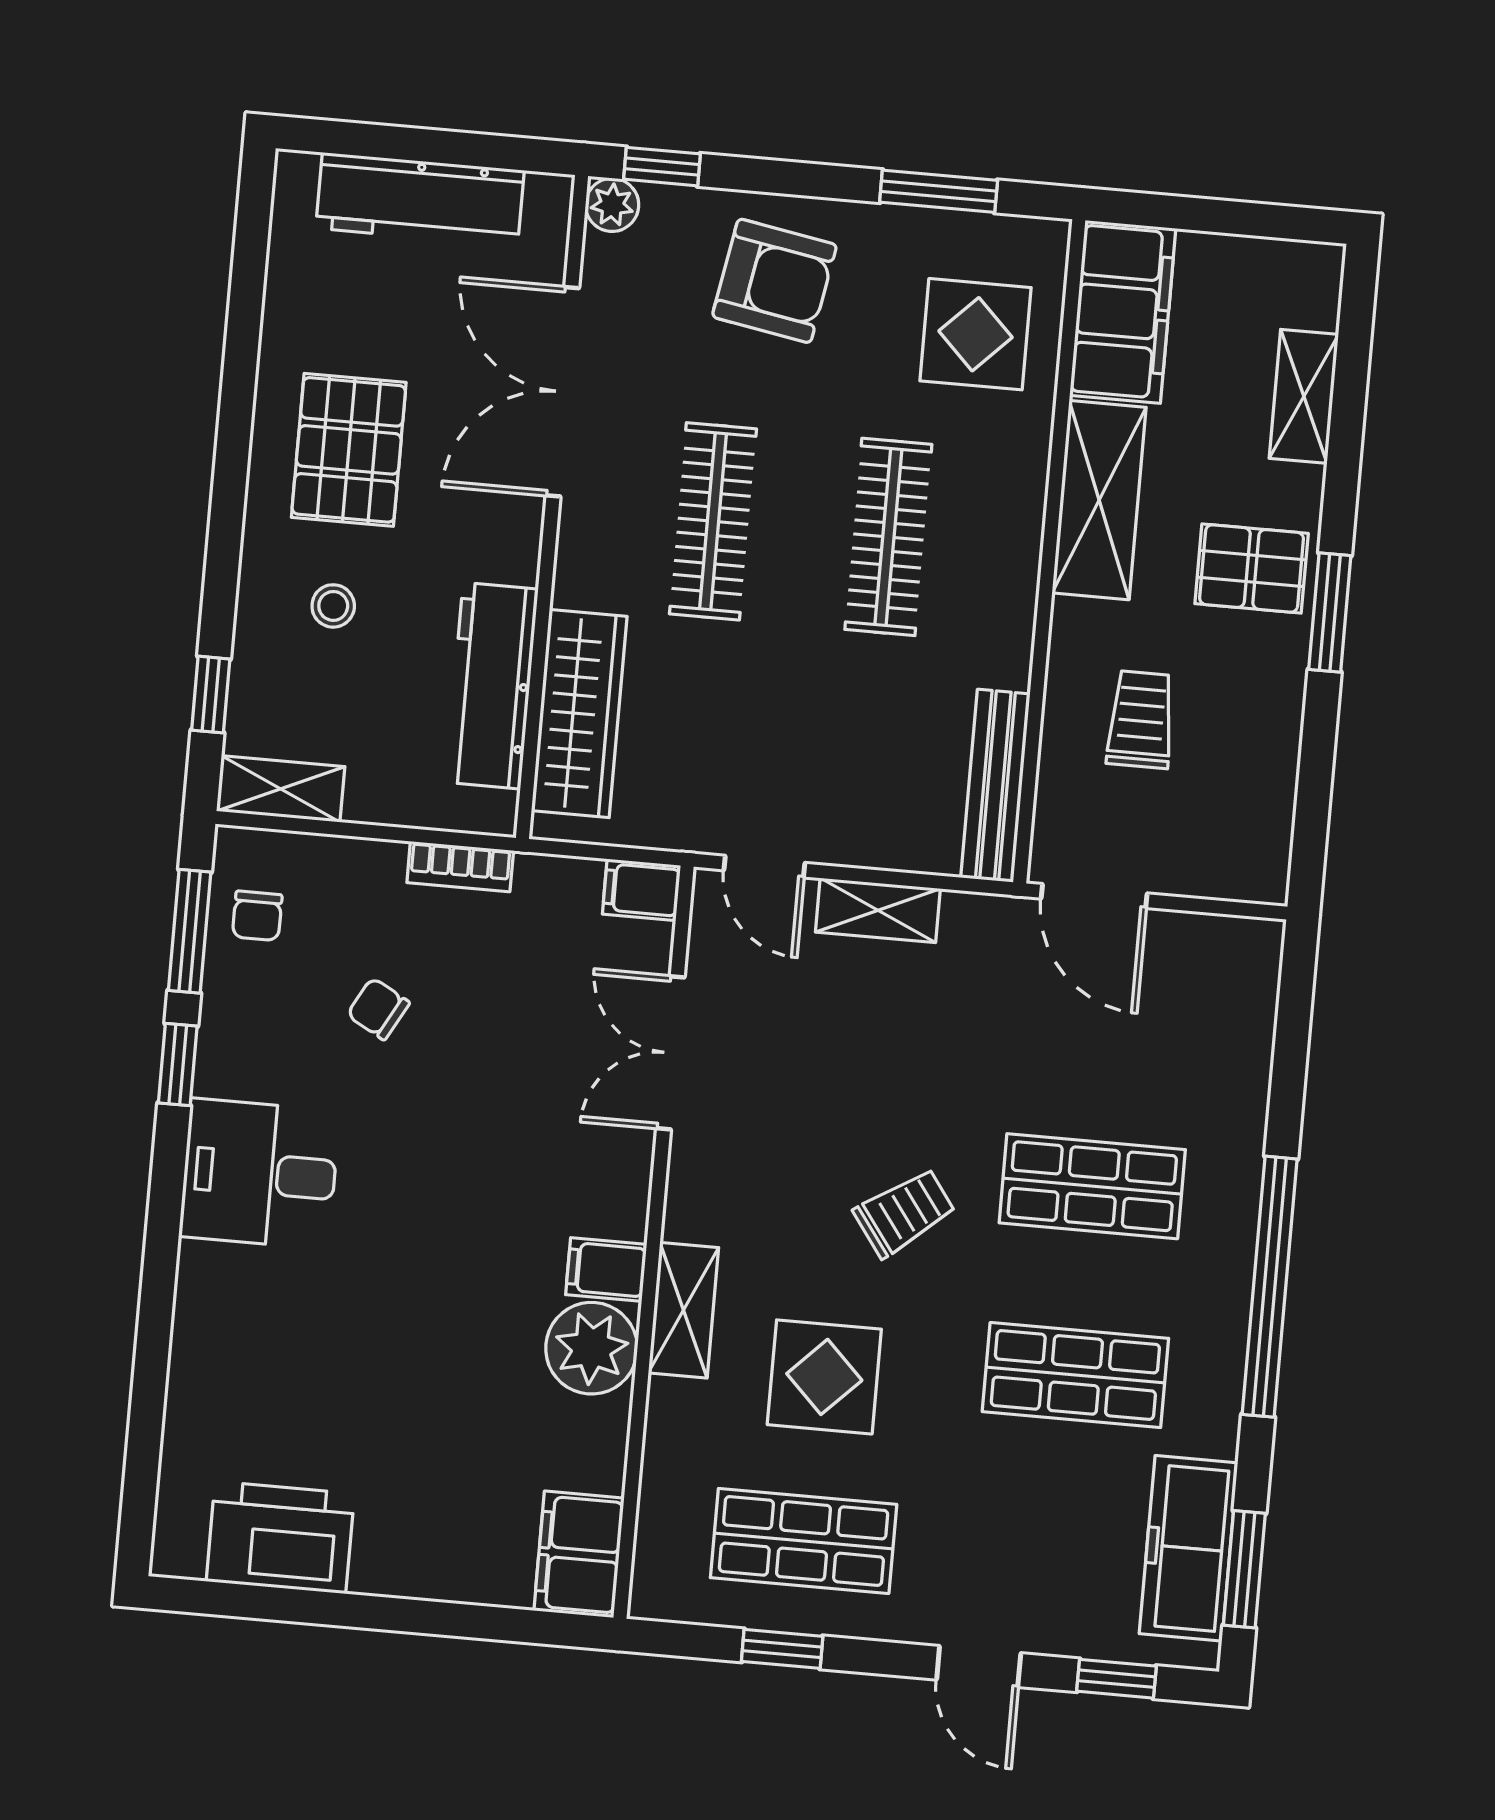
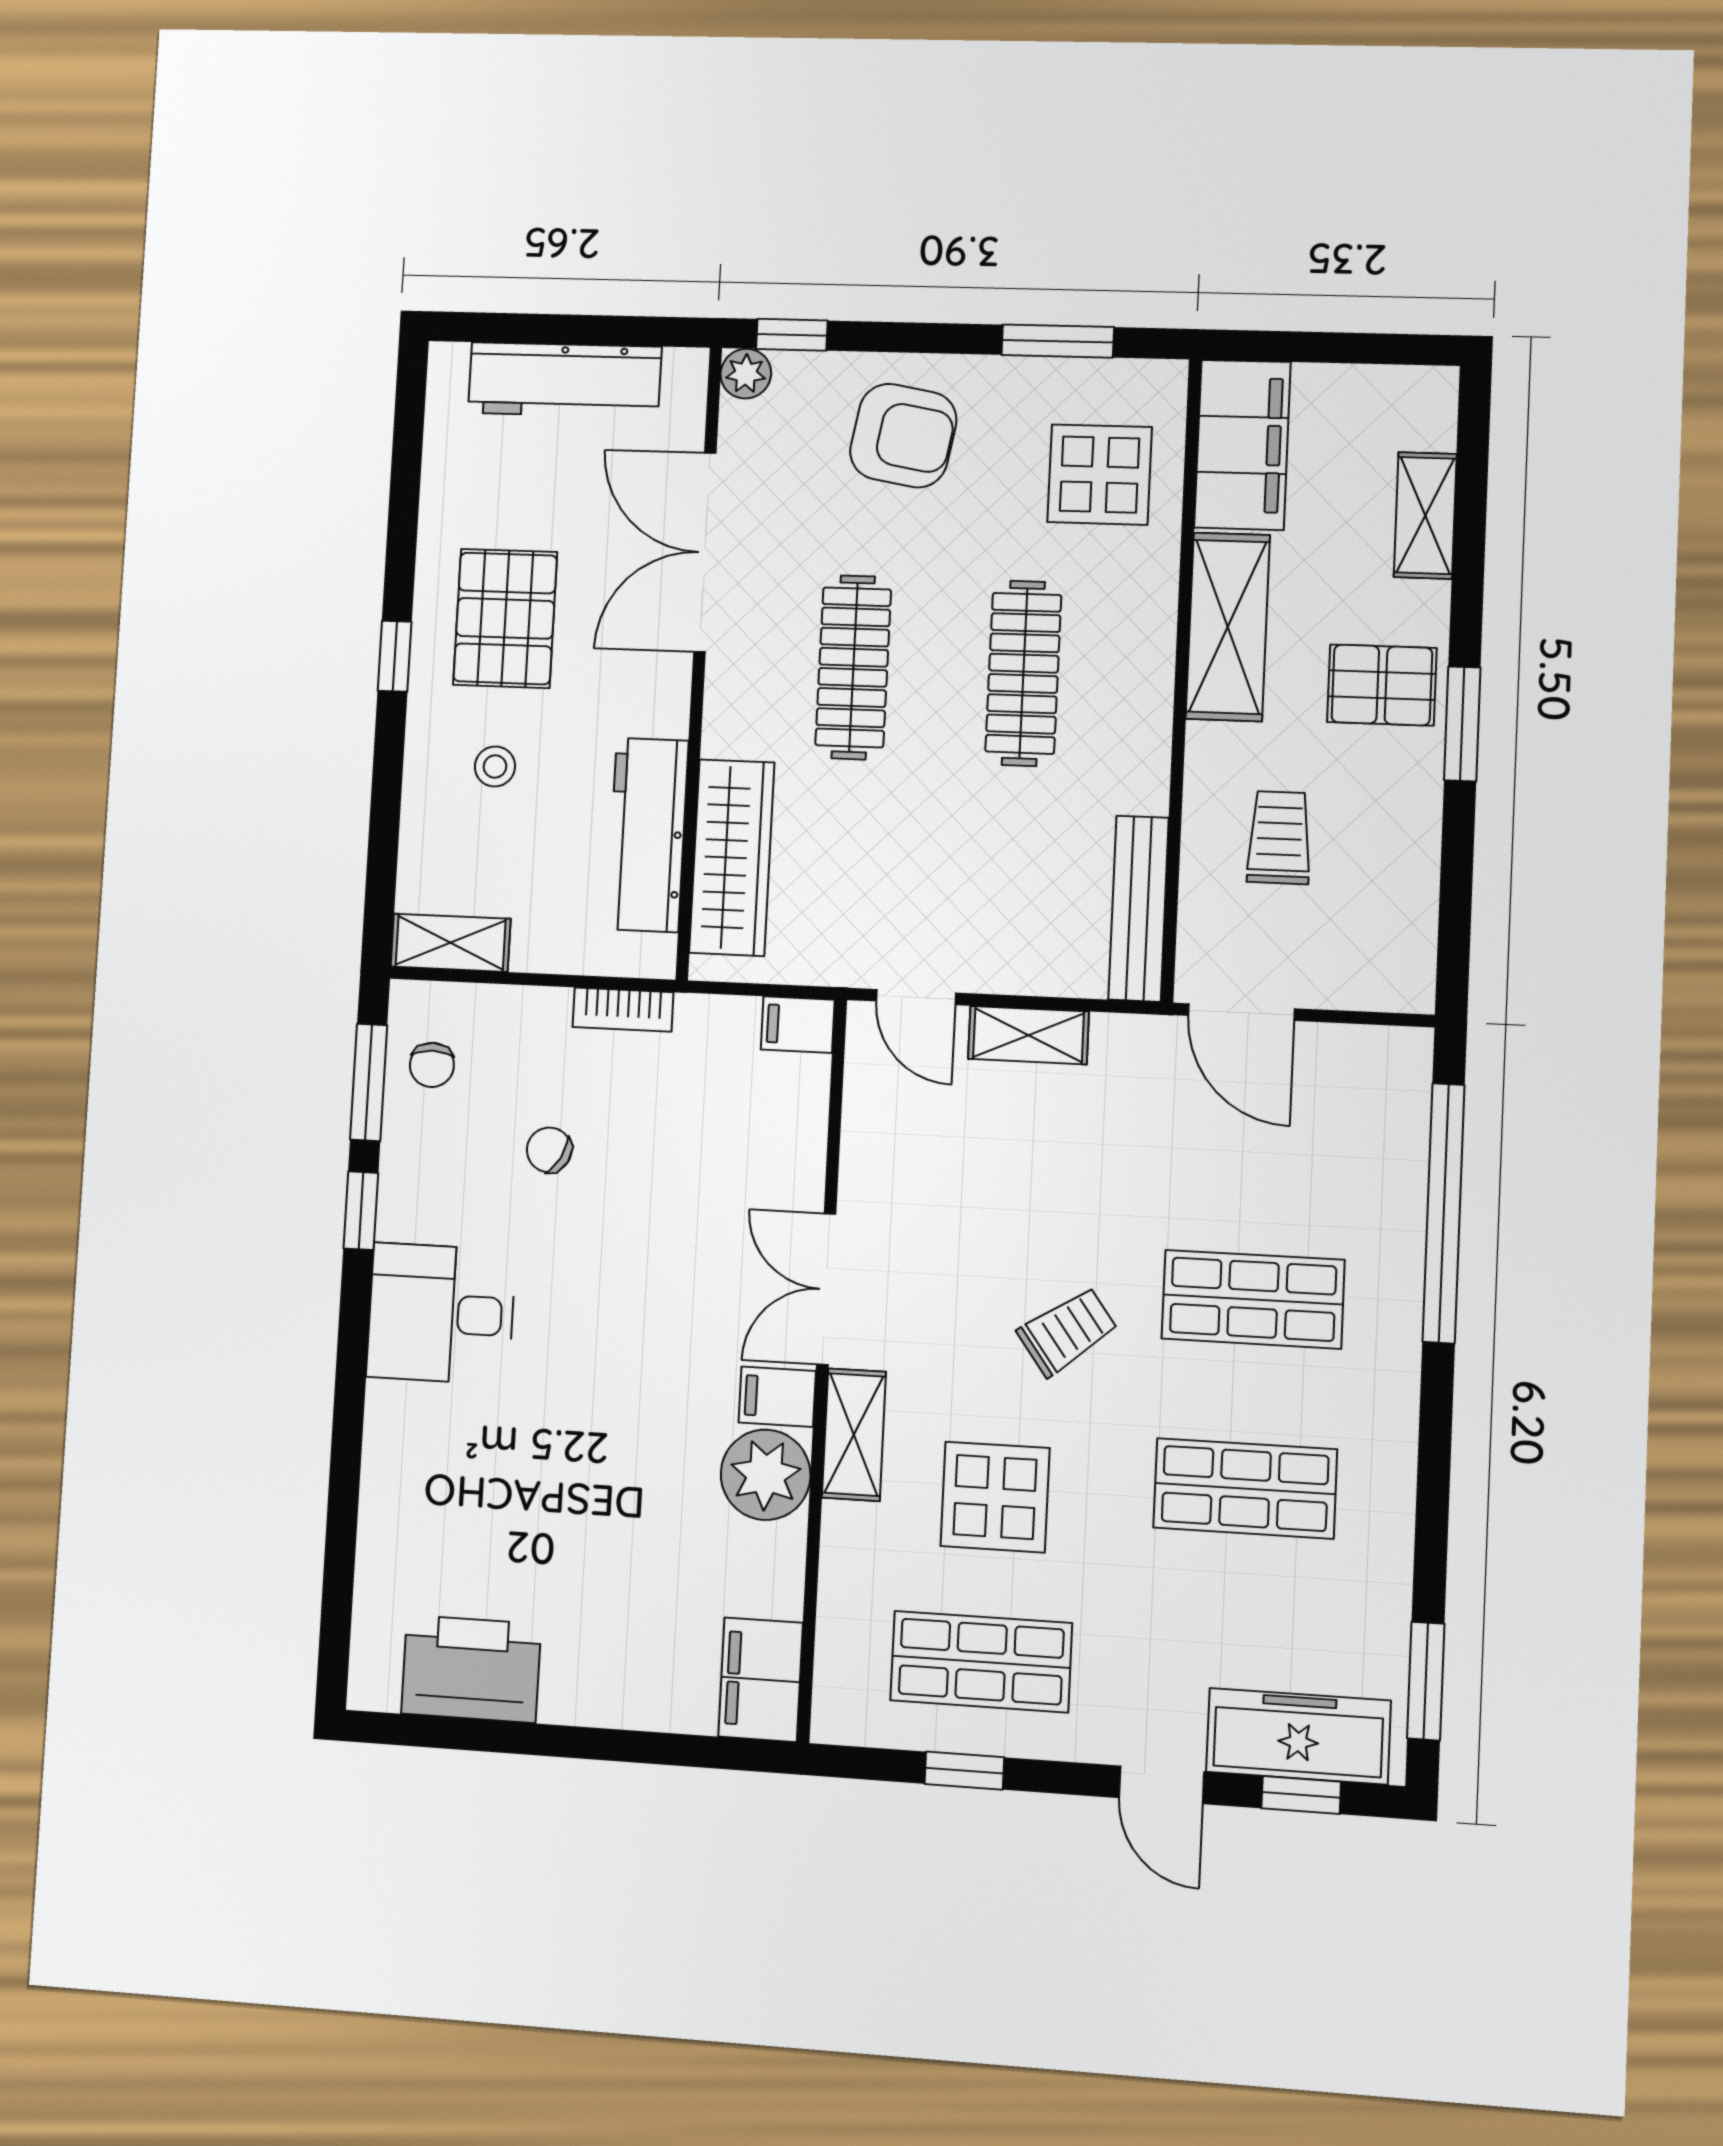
window: (211, 695) -> (395, 656), moved
double door: (670, 1053) -> (826, 1289), moved
window: (1270, 1287) -> (1444, 1213), moved
freezer: (1189, 1548) -> (1298, 1736), moved, turned 90

